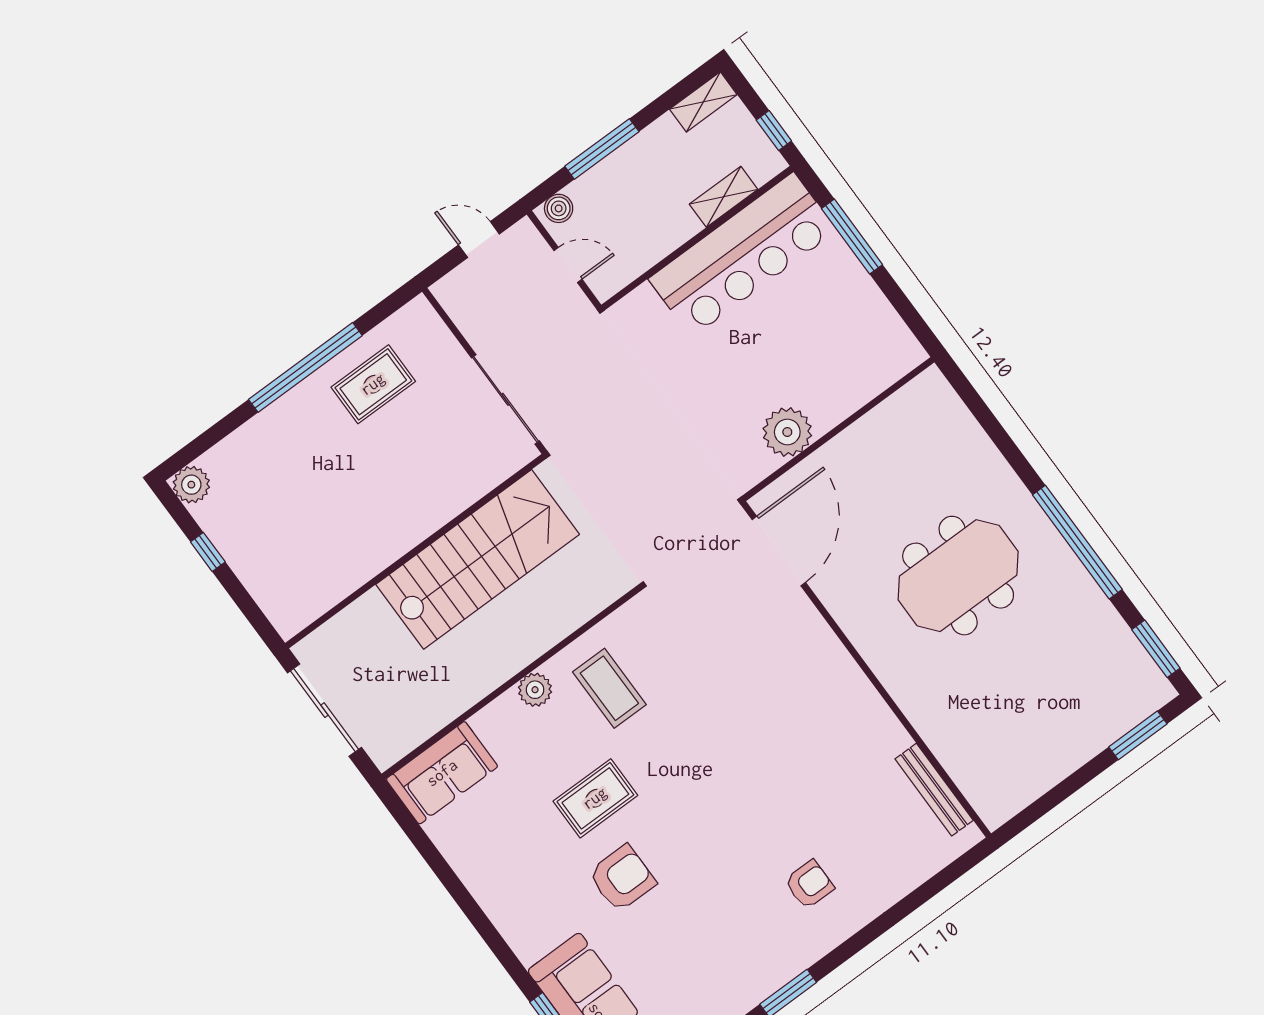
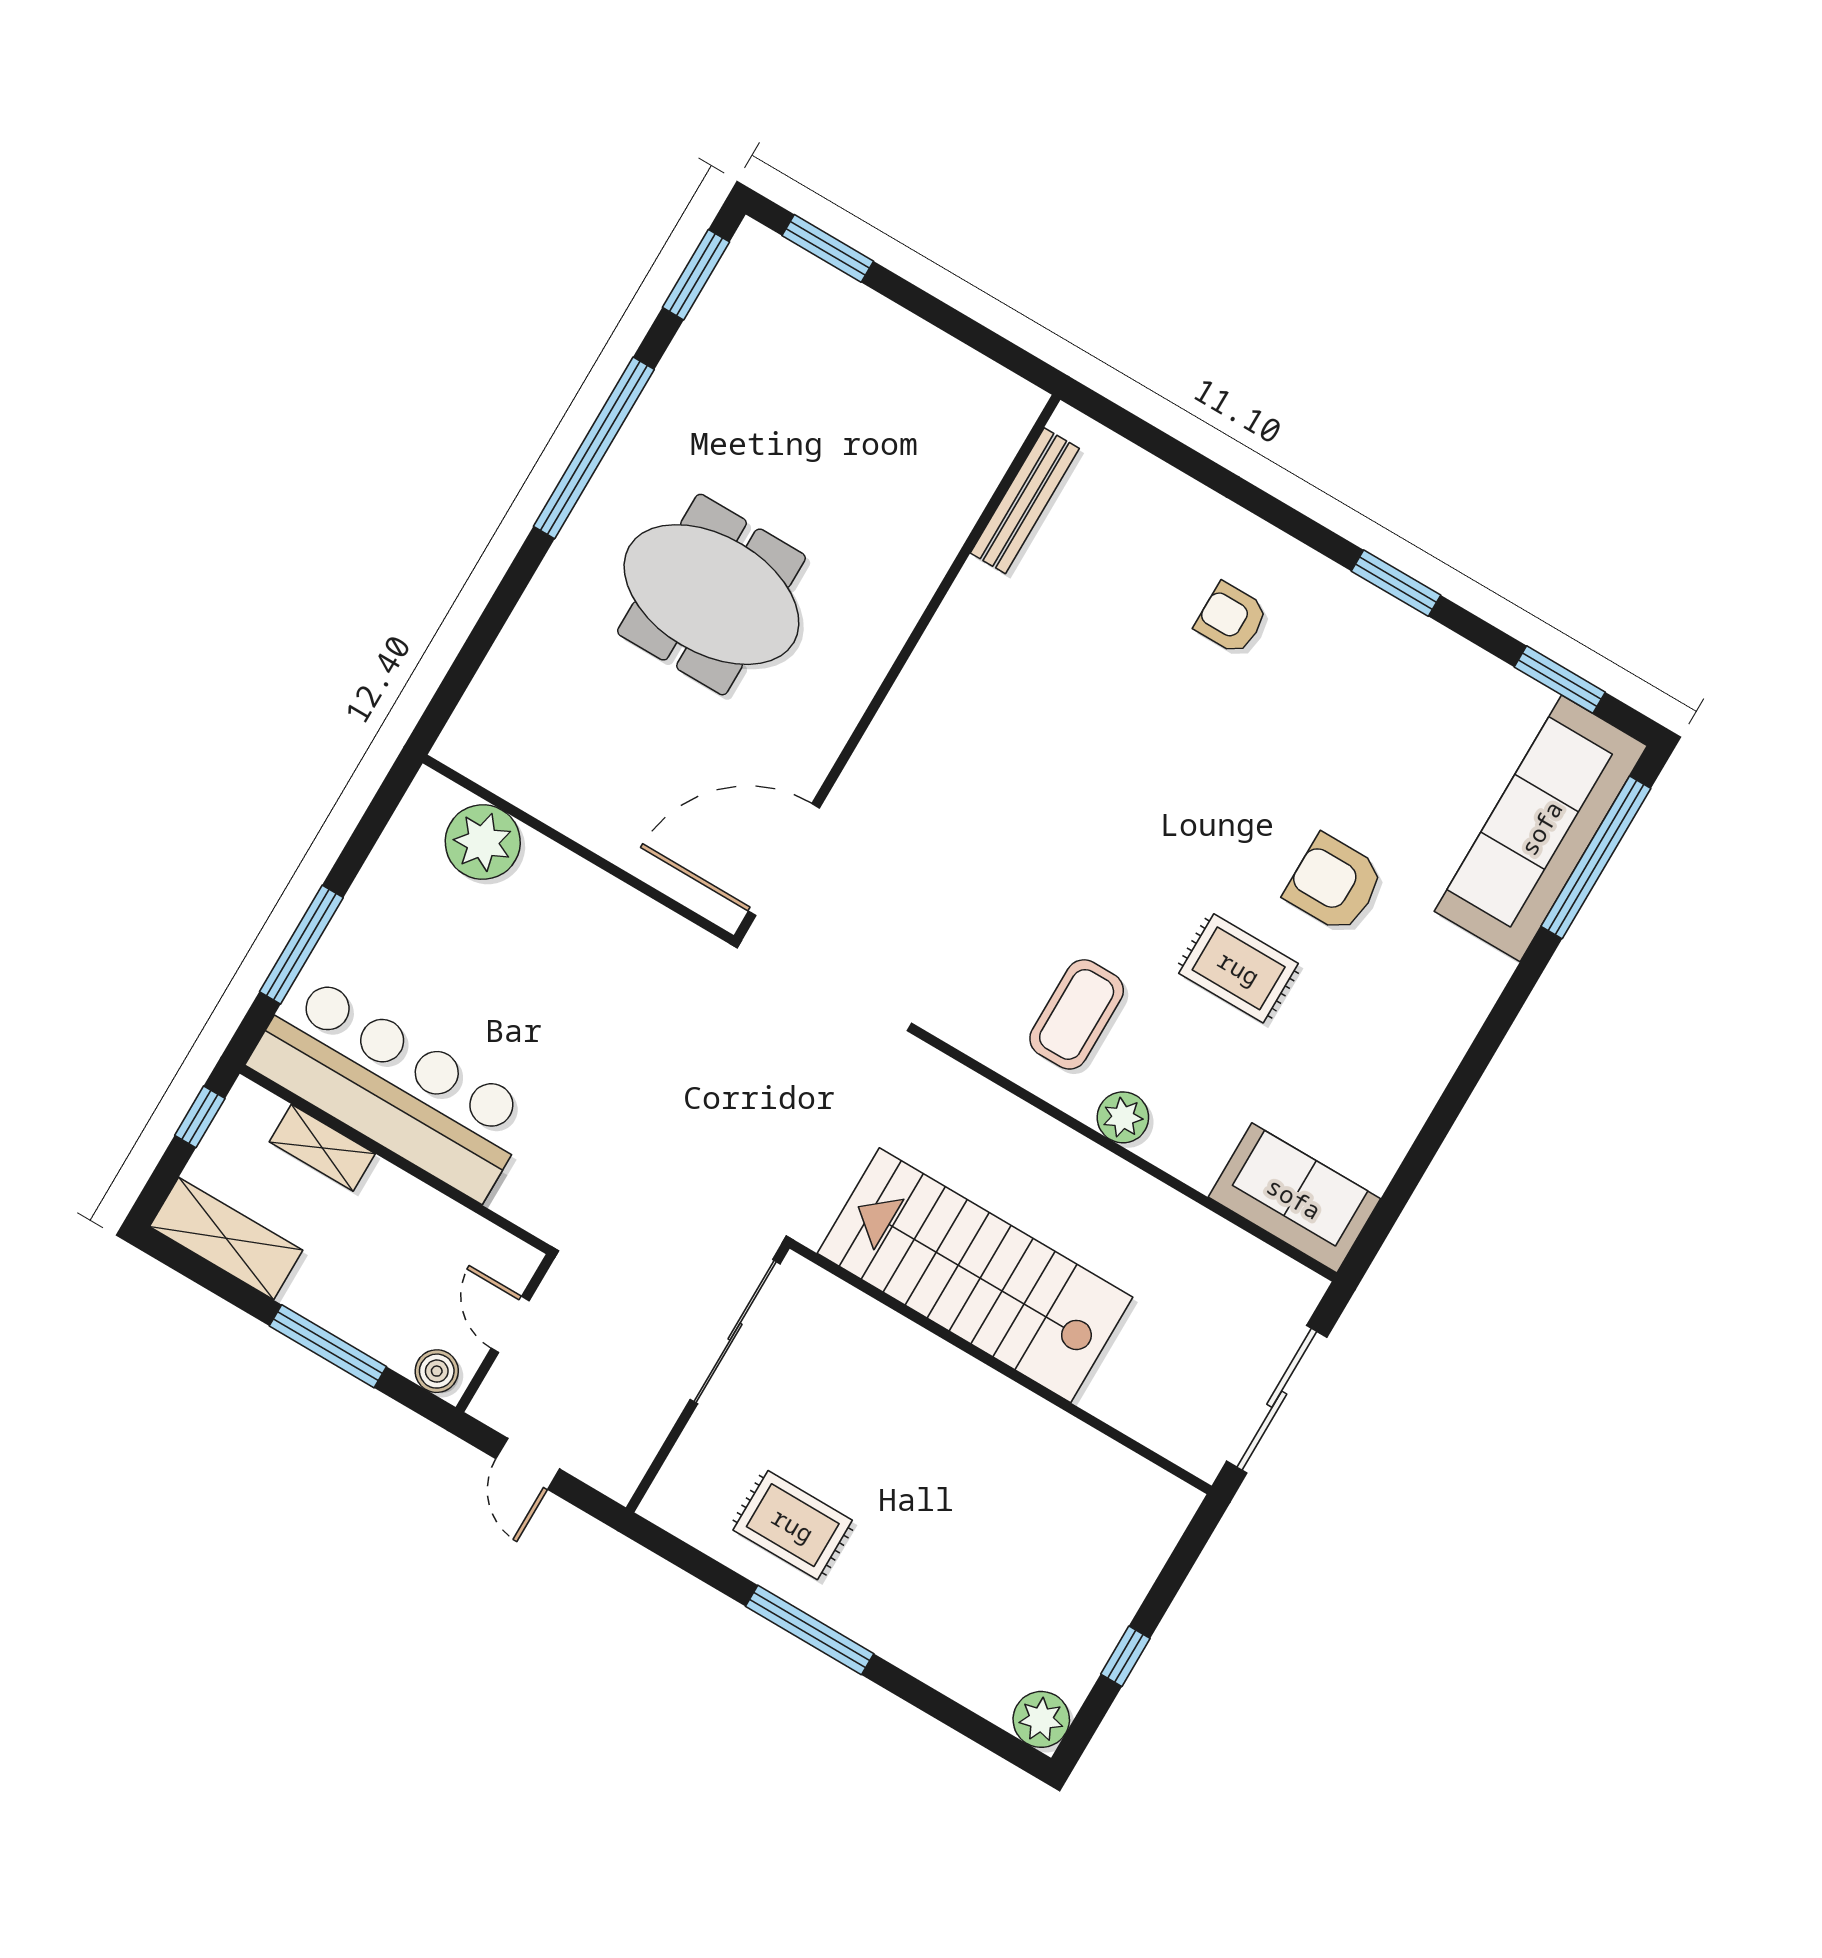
shelving: (703, 102) -> (226, 1238), width x1.50, depth x1.33
window: (305, 367) -> (810, 1630), width x0.68
plant: (787, 432) -> (483, 842), moved

